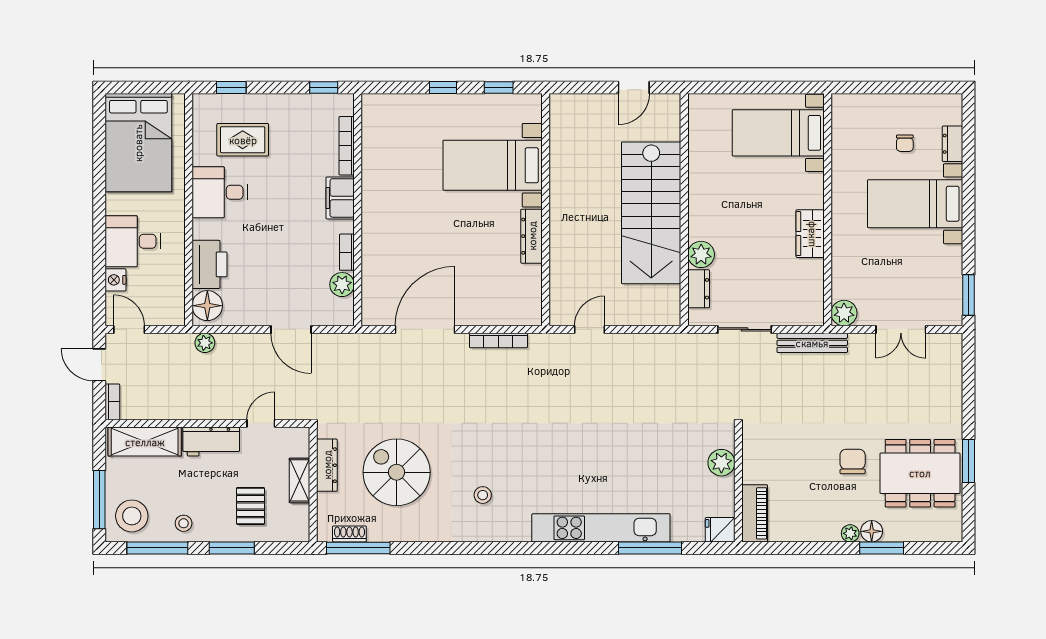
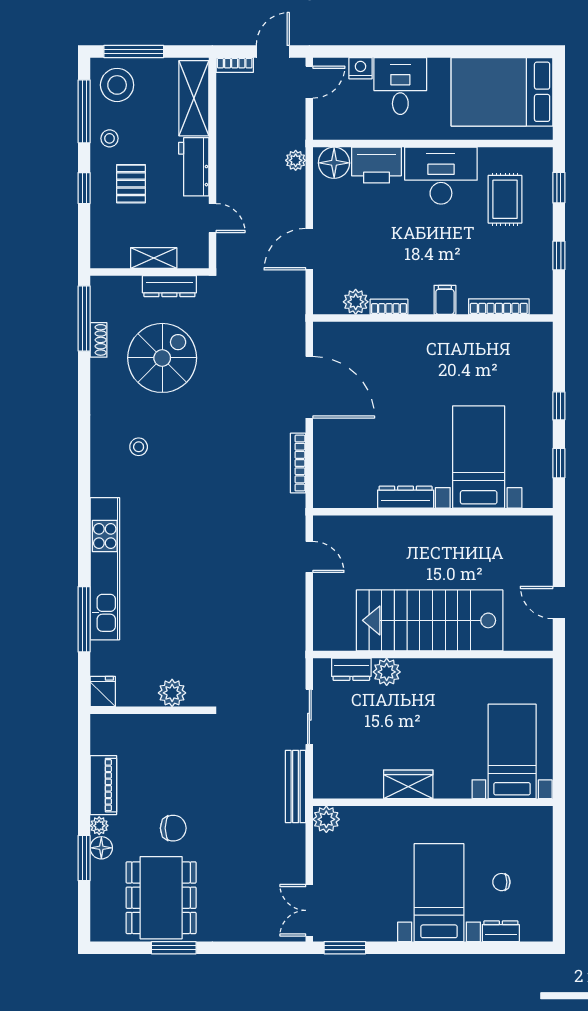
window: (324, 88) -> (559, 255), moved
desk: (220, 192) -> (441, 176), width x1.37
filing cabinet: (340, 198) -> (445, 300), width x0.50
double door: (901, 329) -> (309, 910), moved
pallet: (251, 506) -> (131, 184), moved, turned 90
piano: (755, 513) -> (103, 785), moved, turned -90
shoe rack: (349, 534) -> (99, 340), moved
window: (232, 548) -> (84, 188), width x0.67

